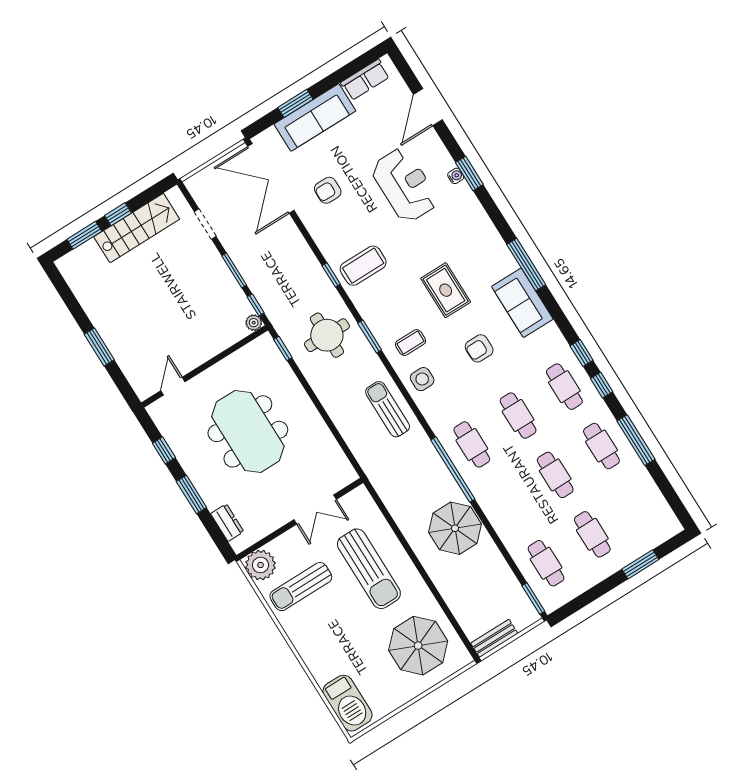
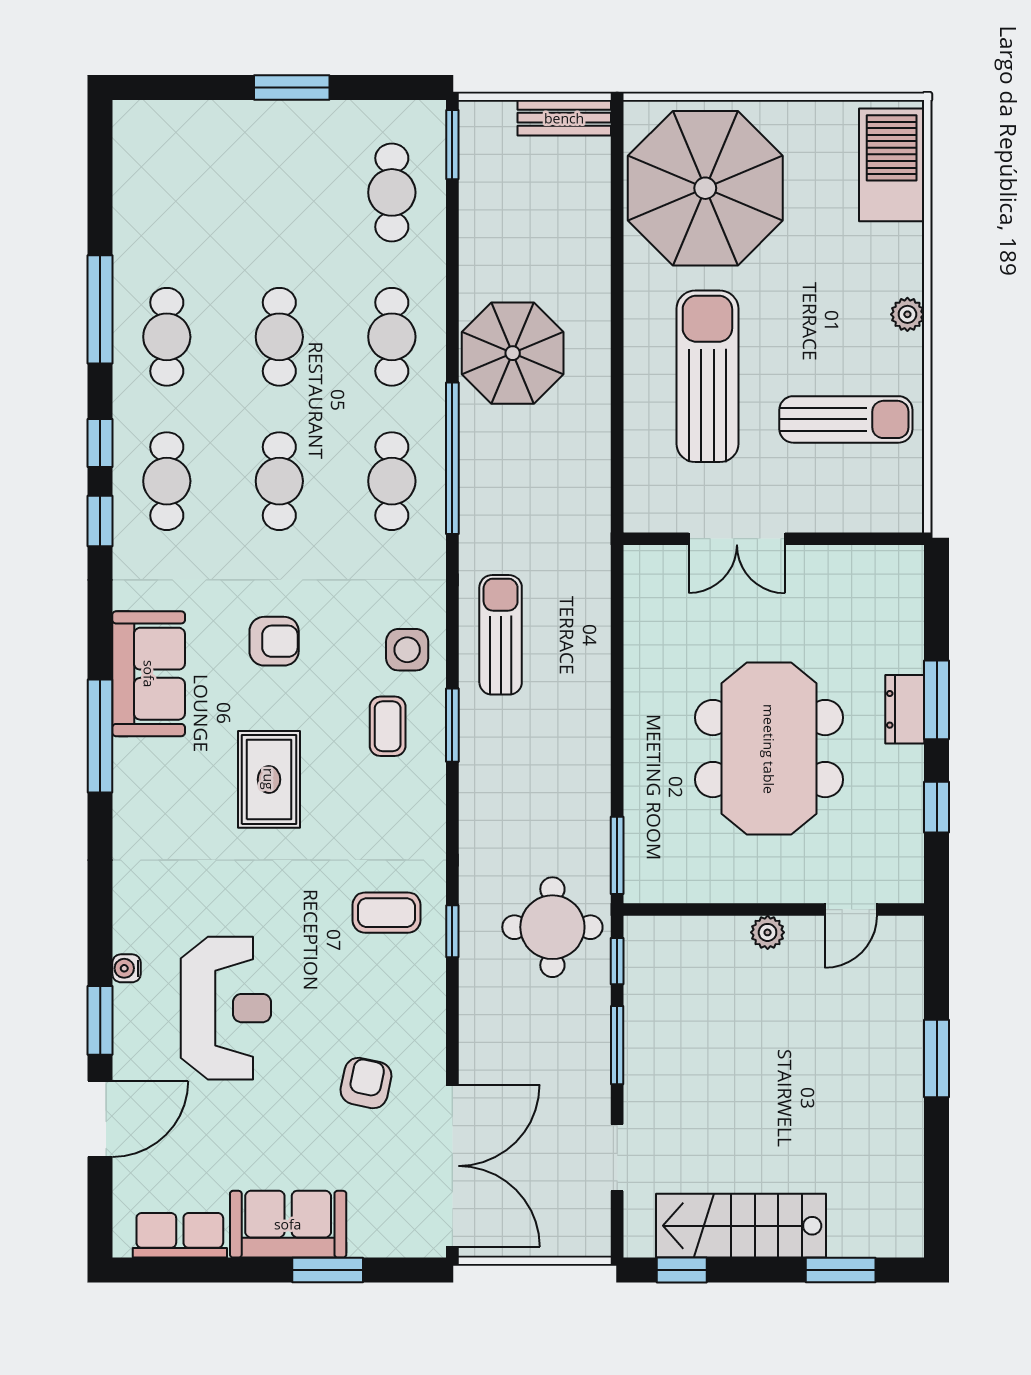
sofa: (315, 118) -> (288, 1224), width x0.73
window: (469, 173) -> (100, 1020), moved
reception desk: (405, 185) -> (226, 1008), turned 180
armchair: (328, 190) -> (366, 1083), turned -78
window: (118, 214) -> (682, 1270), moved
coffee table: (363, 266) -> (386, 913), width x0.73, depth x0.77
plant: (254, 323) -> (768, 932), moved
round table: (327, 335) -> (552, 927), moved
window: (370, 337) -> (452, 725), moved
coffee table: (411, 343) -> (388, 726), turned 90
window: (283, 348) -> (617, 855), width x1.50
sun lounger: (388, 409) -> (501, 635), turned 180
double door: (315, 509) -> (737, 539), swing flipped
dresser: (227, 523) -> (905, 709), moved
cafe table: (592, 534) -> (392, 337), moved
window: (640, 564) -> (292, 88), moved
plant: (261, 565) -> (907, 314), moved, width x0.53, depth x0.53
parasol: (418, 646) -> (705, 188), width x1.36, depth x1.36

